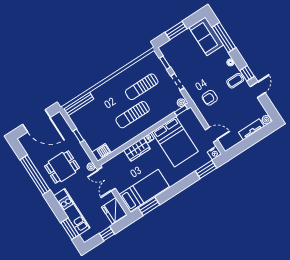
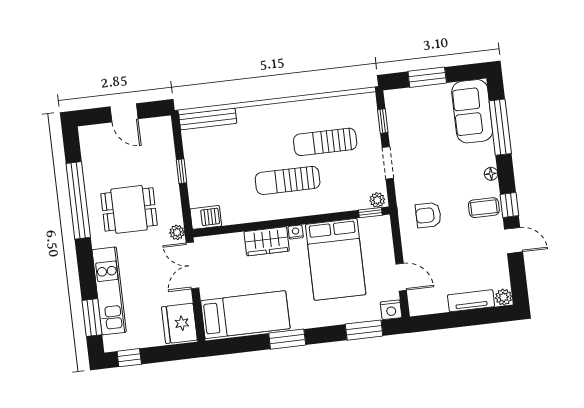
door: (258, 90) -> (514, 240), hinge flipped
door: (36, 121) -> (124, 113), width x0.53
window: (149, 206) -> (287, 339), moved
window: (107, 234) -> (129, 358), moved

